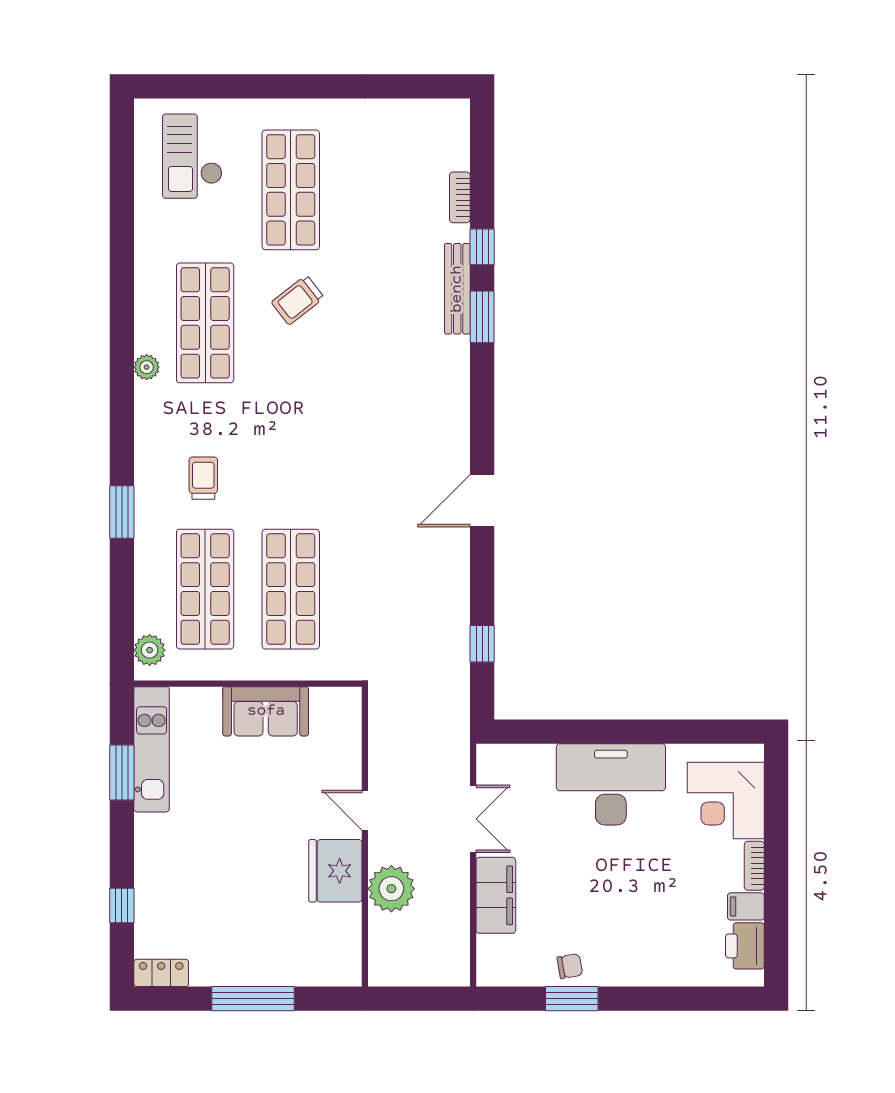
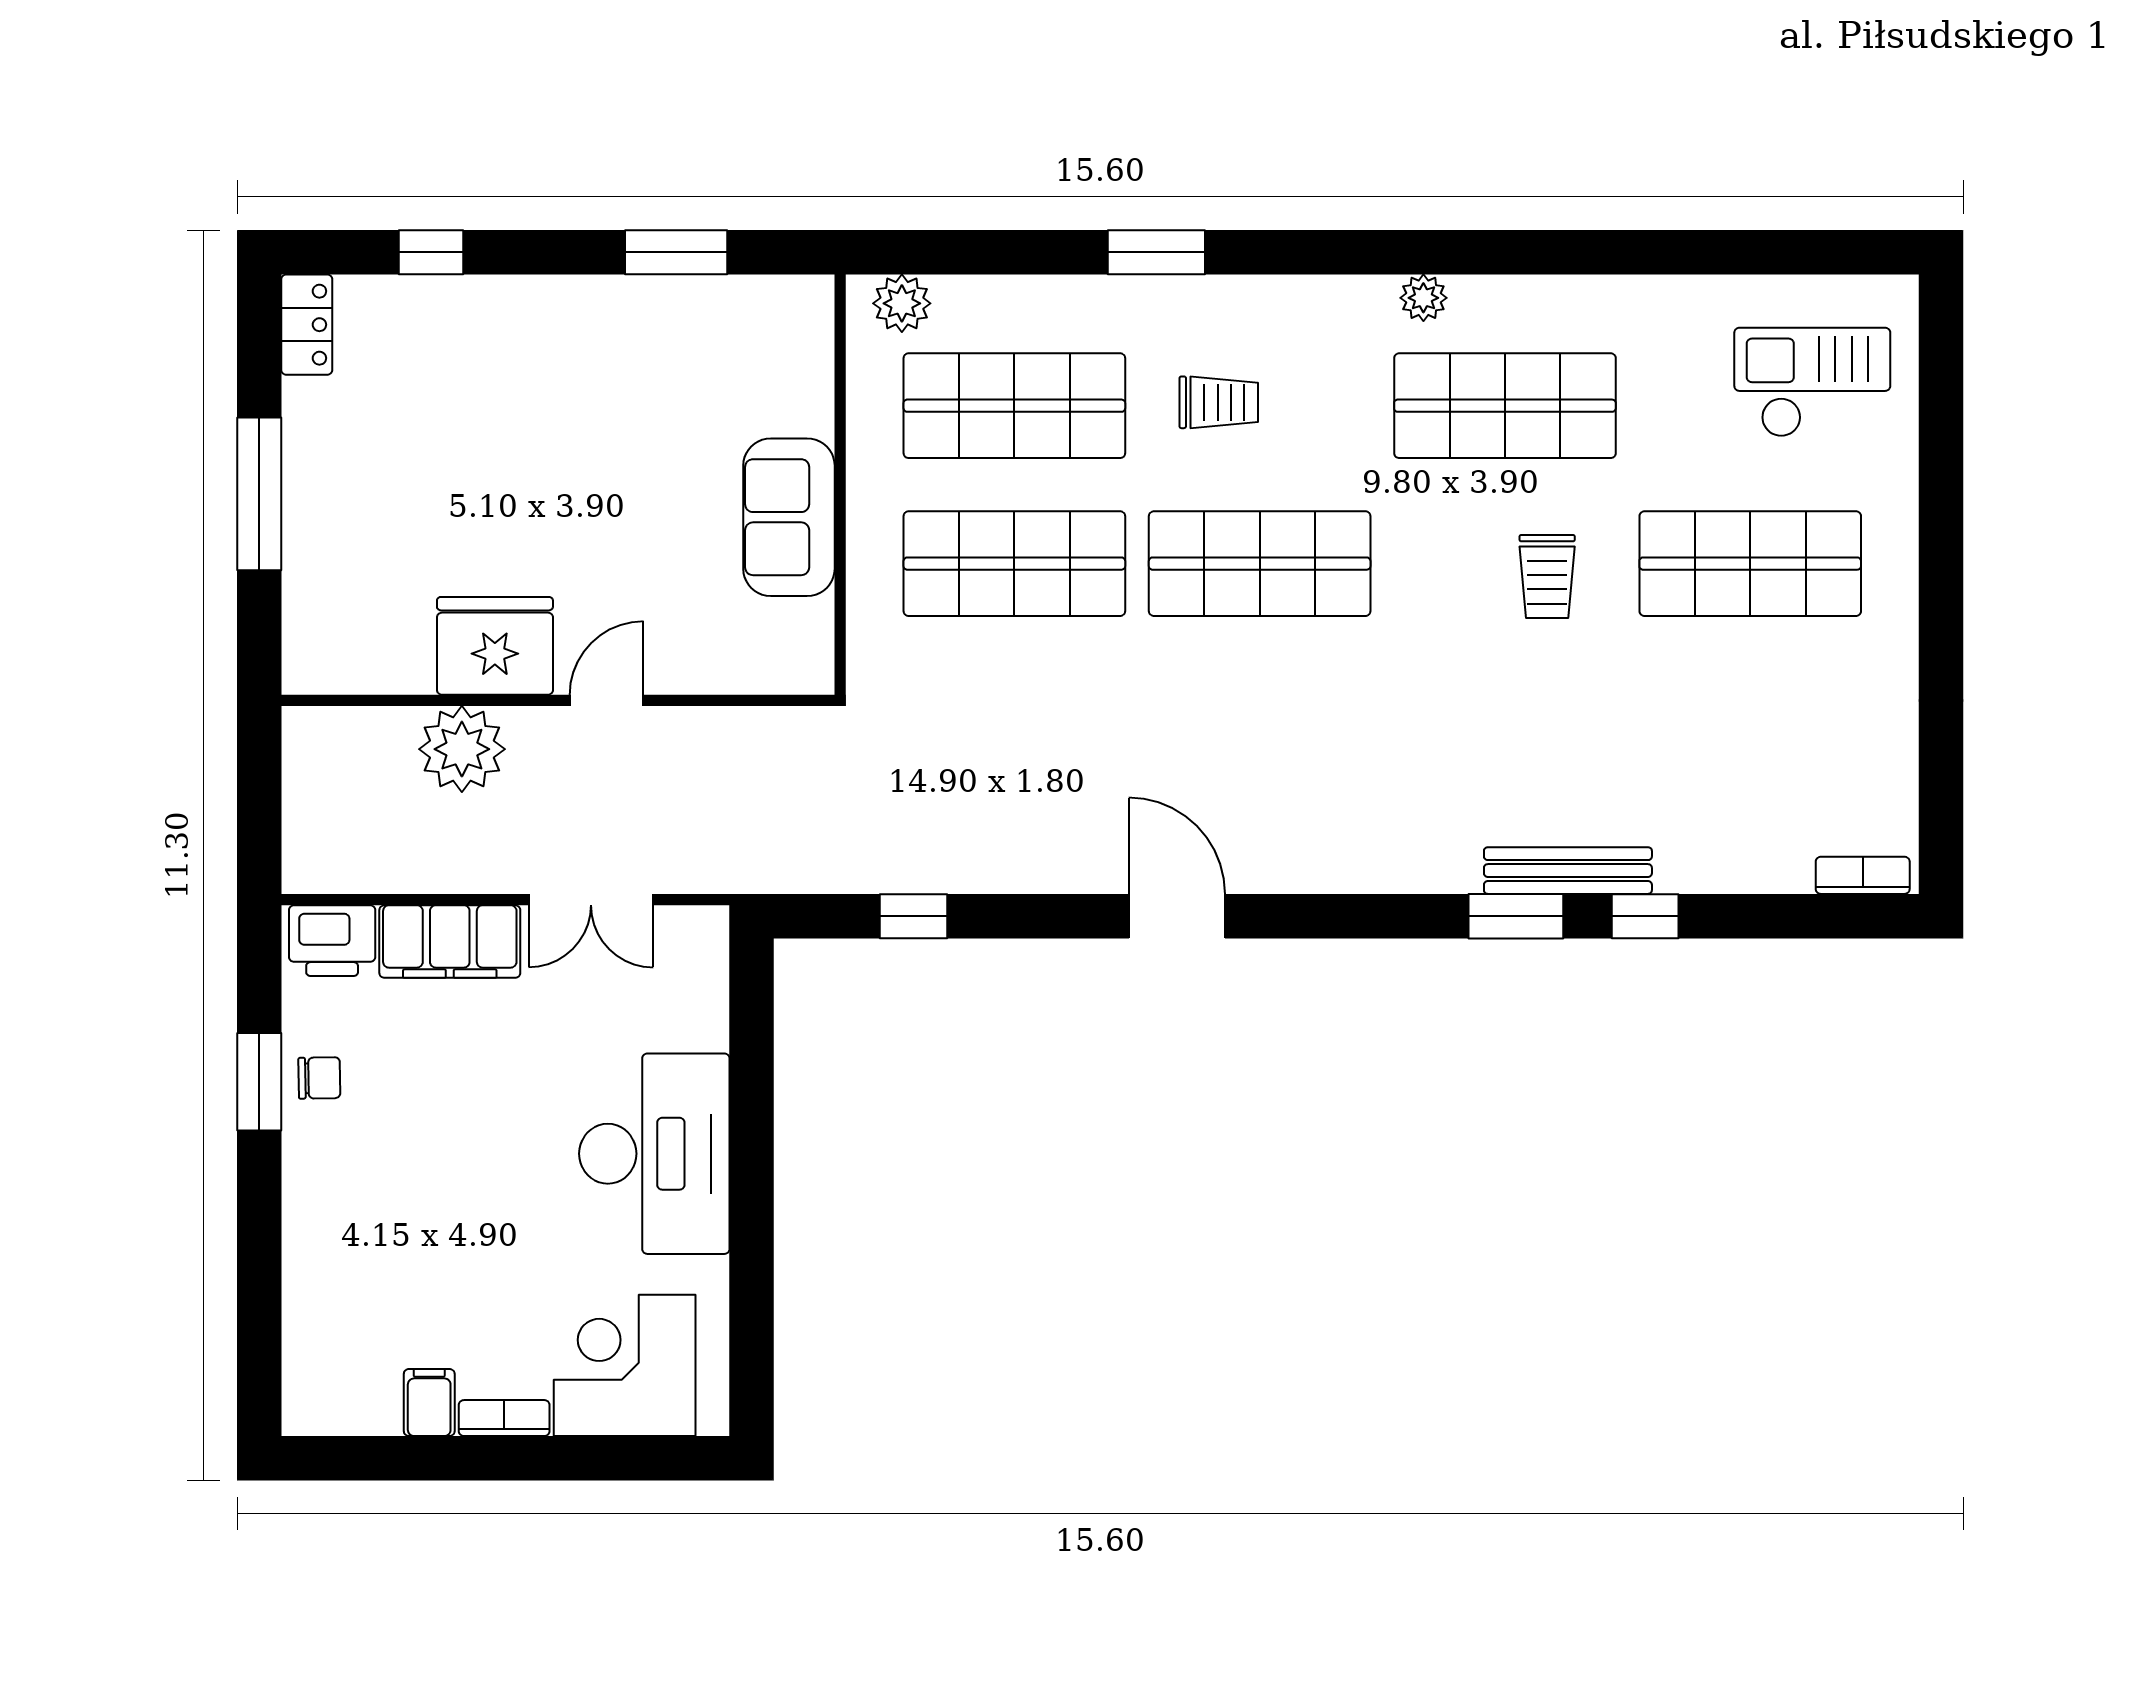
bookcase: (460, 197) -> (1863, 875), moved
trolley: (298, 300) -> (1547, 576), turned -142
shop shelf: (291, 456) -> (1260, 564), added
kitchen unit: (152, 749) -> (719, 307), removed
printer: (745, 946) -> (332, 941), moved, turned 180
chair: (570, 966) -> (319, 1078), turned -81

